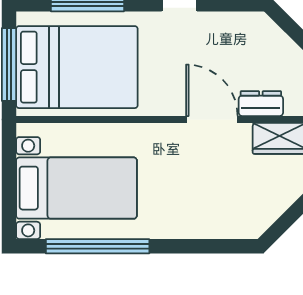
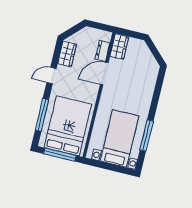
wardrobe: (235, 27) -> (67, 54), added
window: (98, 246) -> (147, 136), width x0.68

